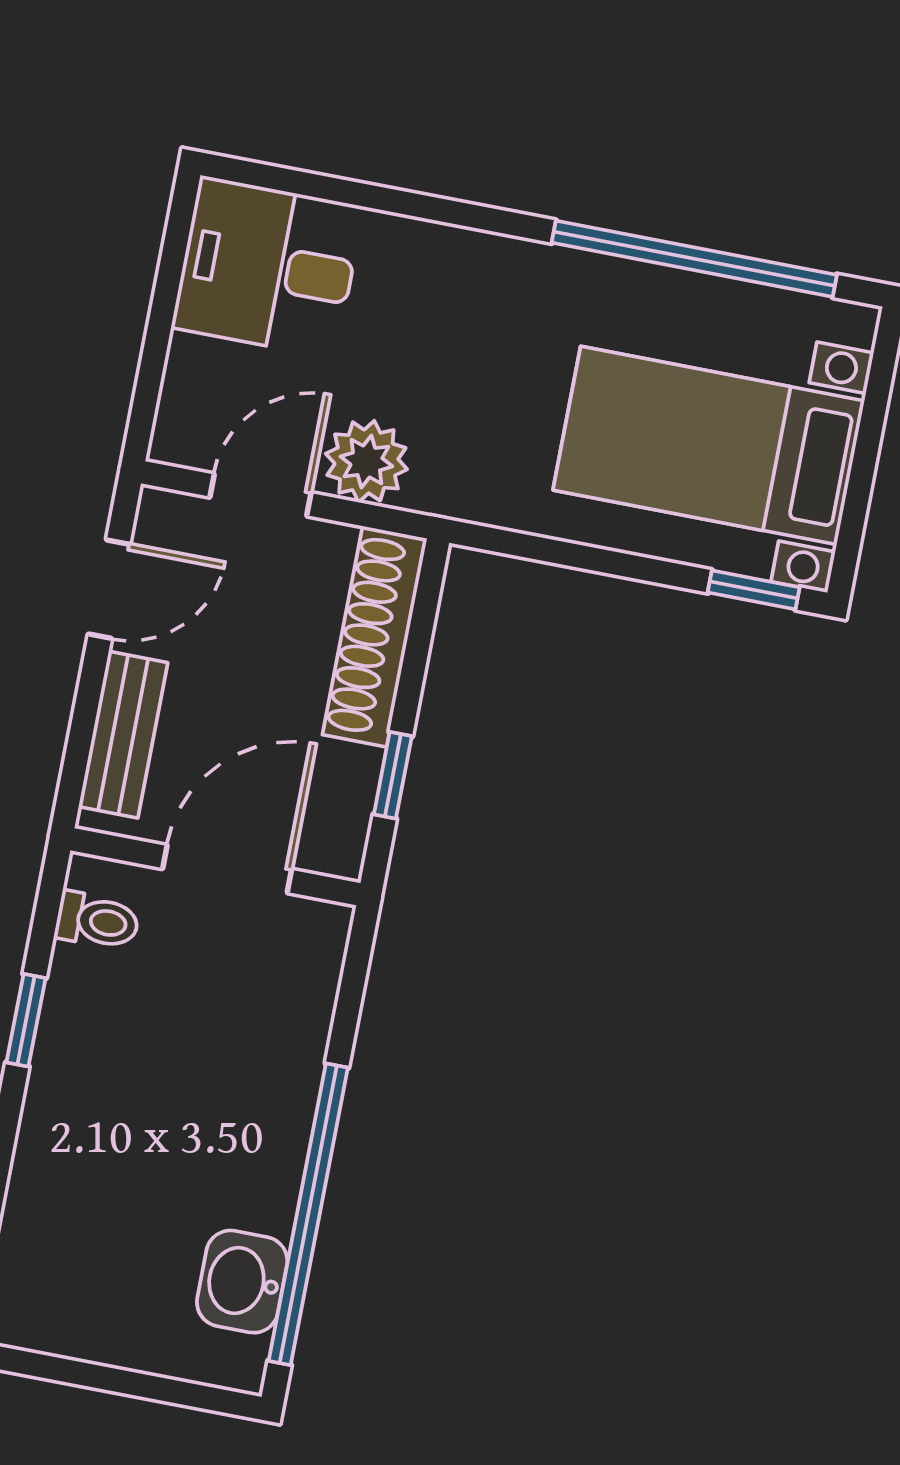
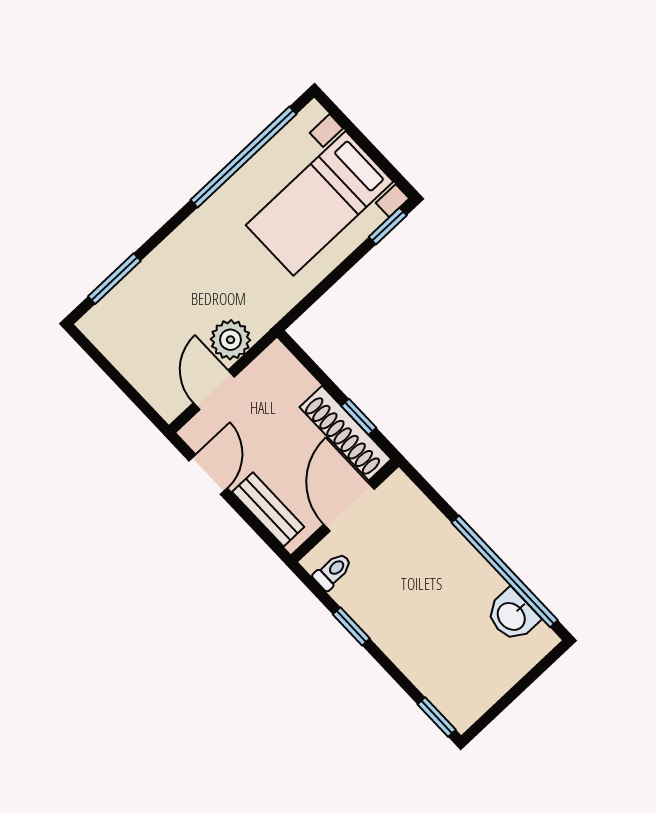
window: (328, 188) -> (114, 279), added
desk: (268, 267) -> (128, 324), removed
shoe rack: (375, 637) -> (345, 433), moved

